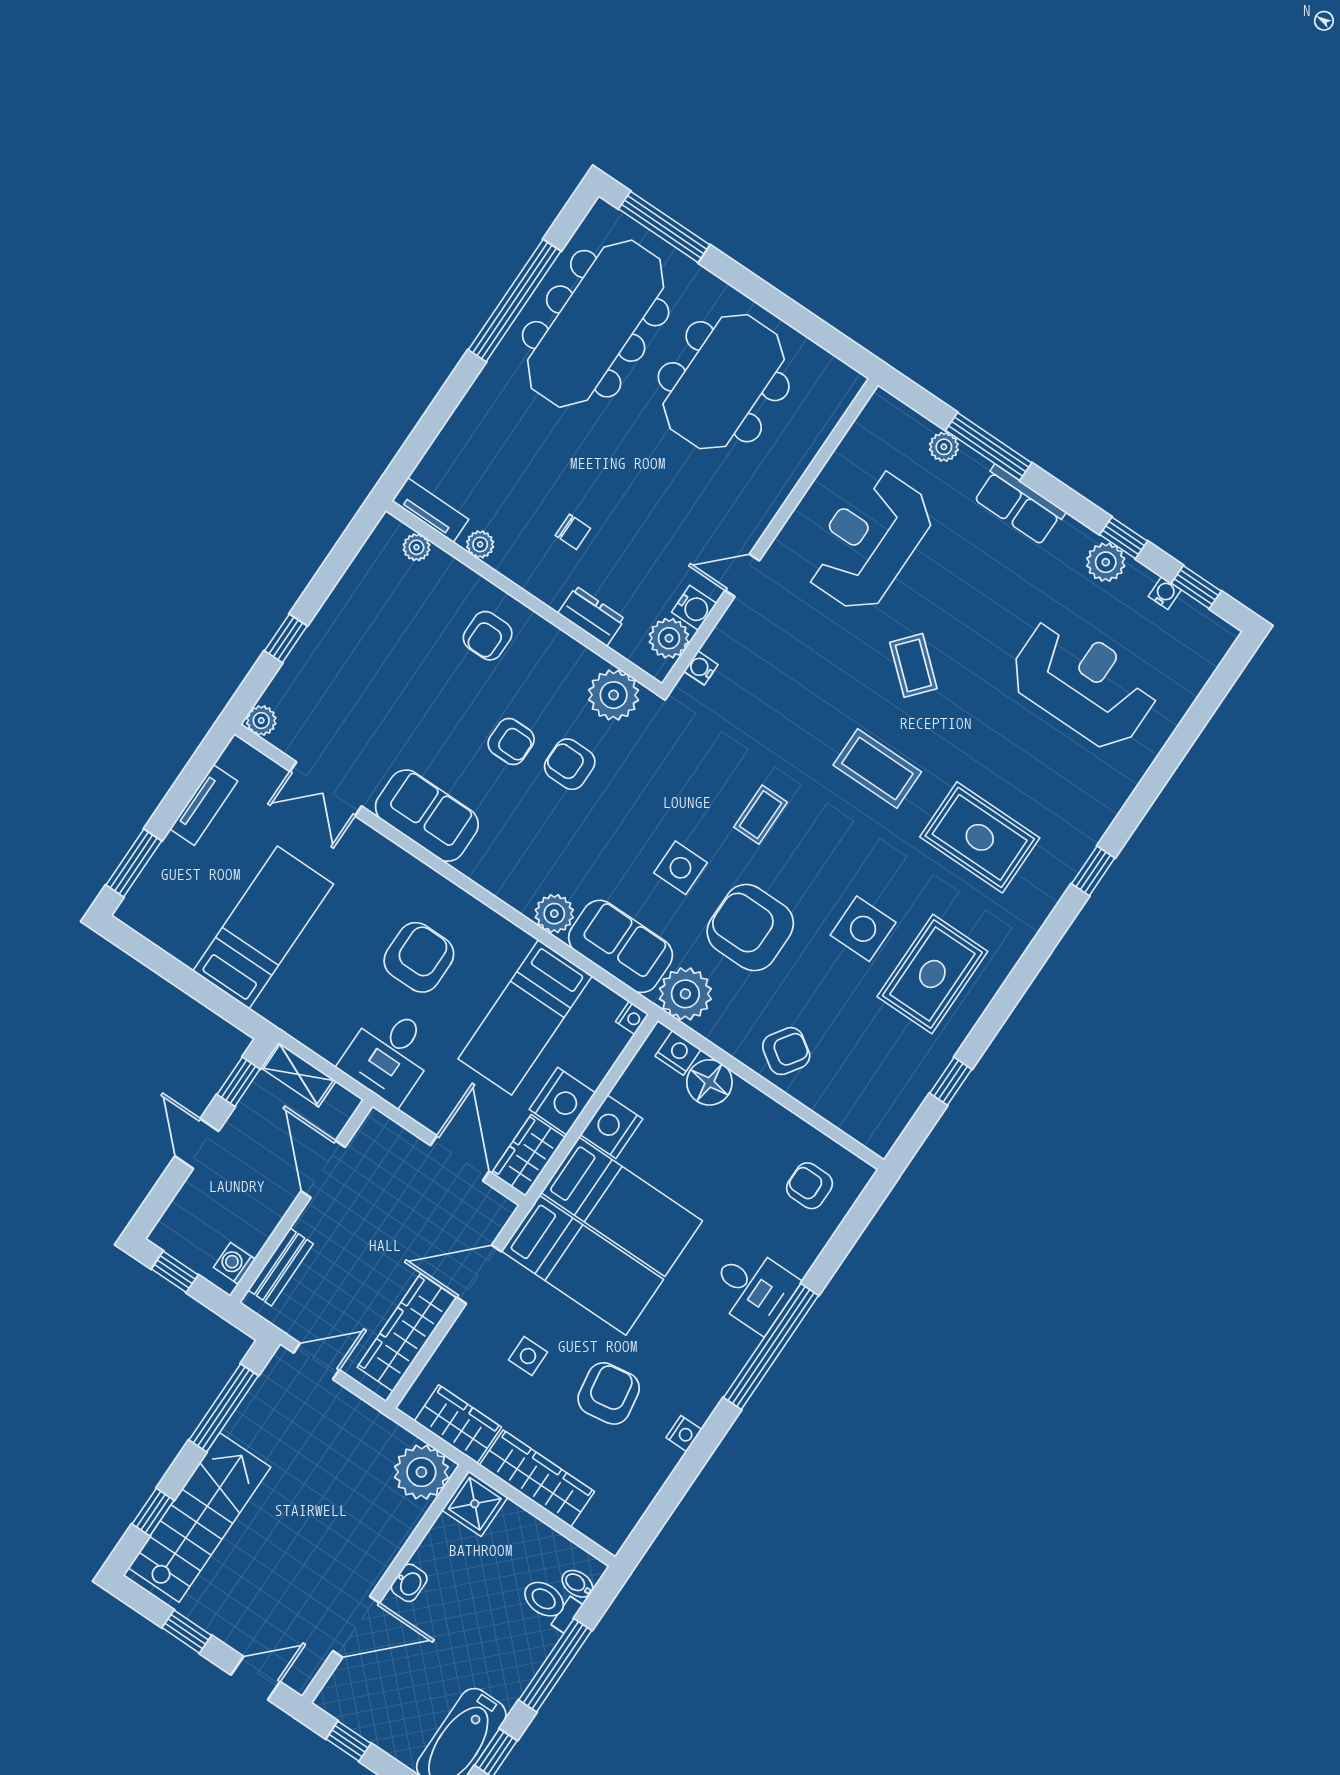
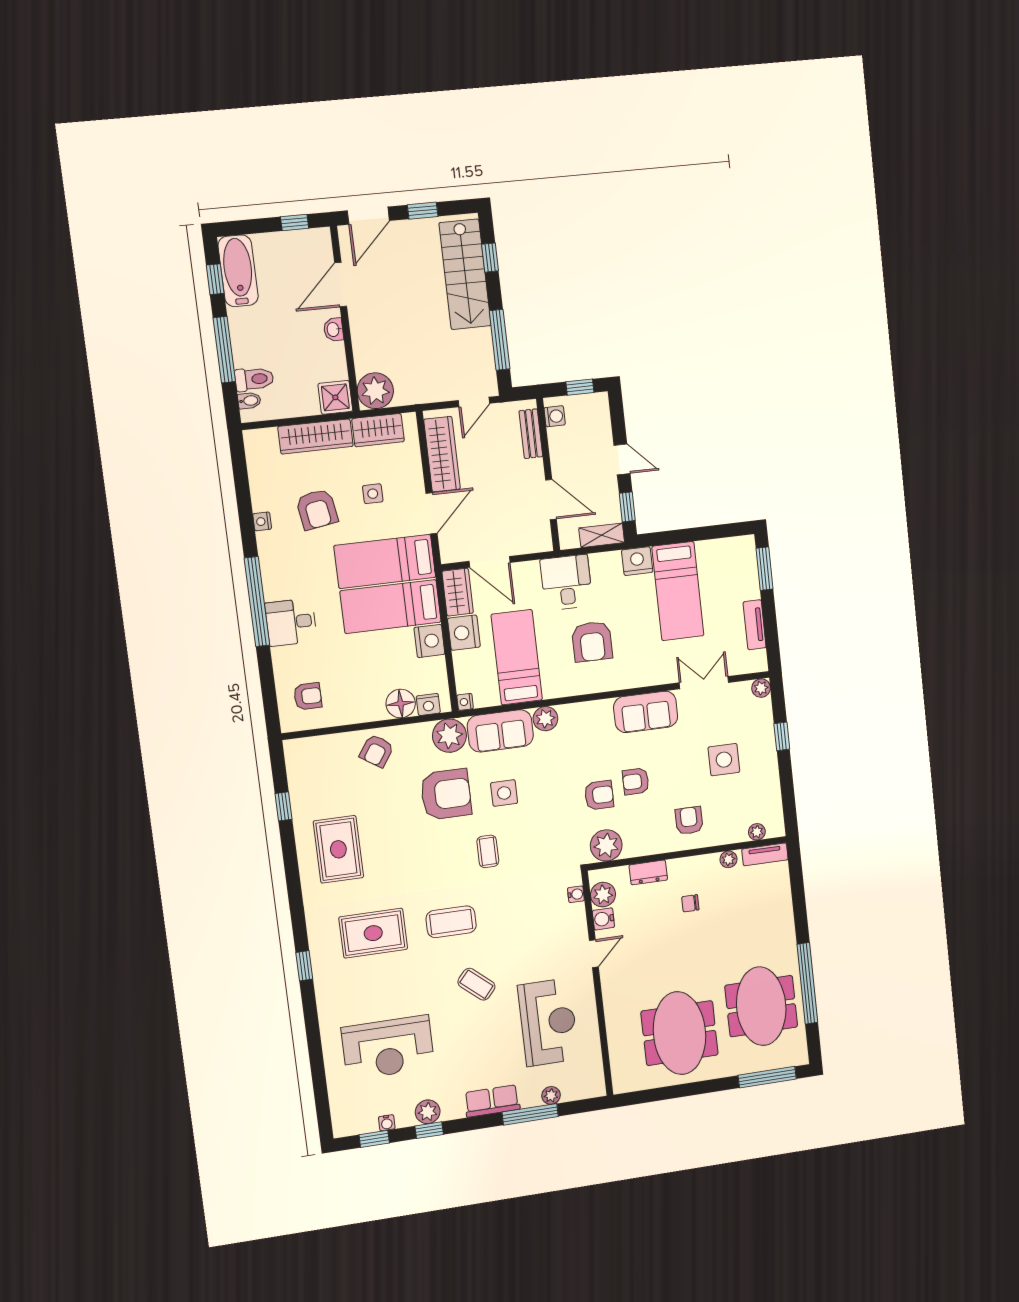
meeting table: (596, 324) -> (761, 1006), width x0.73
side table: (863, 929) -> (724, 760), moved
nightstand: (282, 1007) -> (637, 561), added
door: (256, 1678) -> (368, 216), width x1.38

